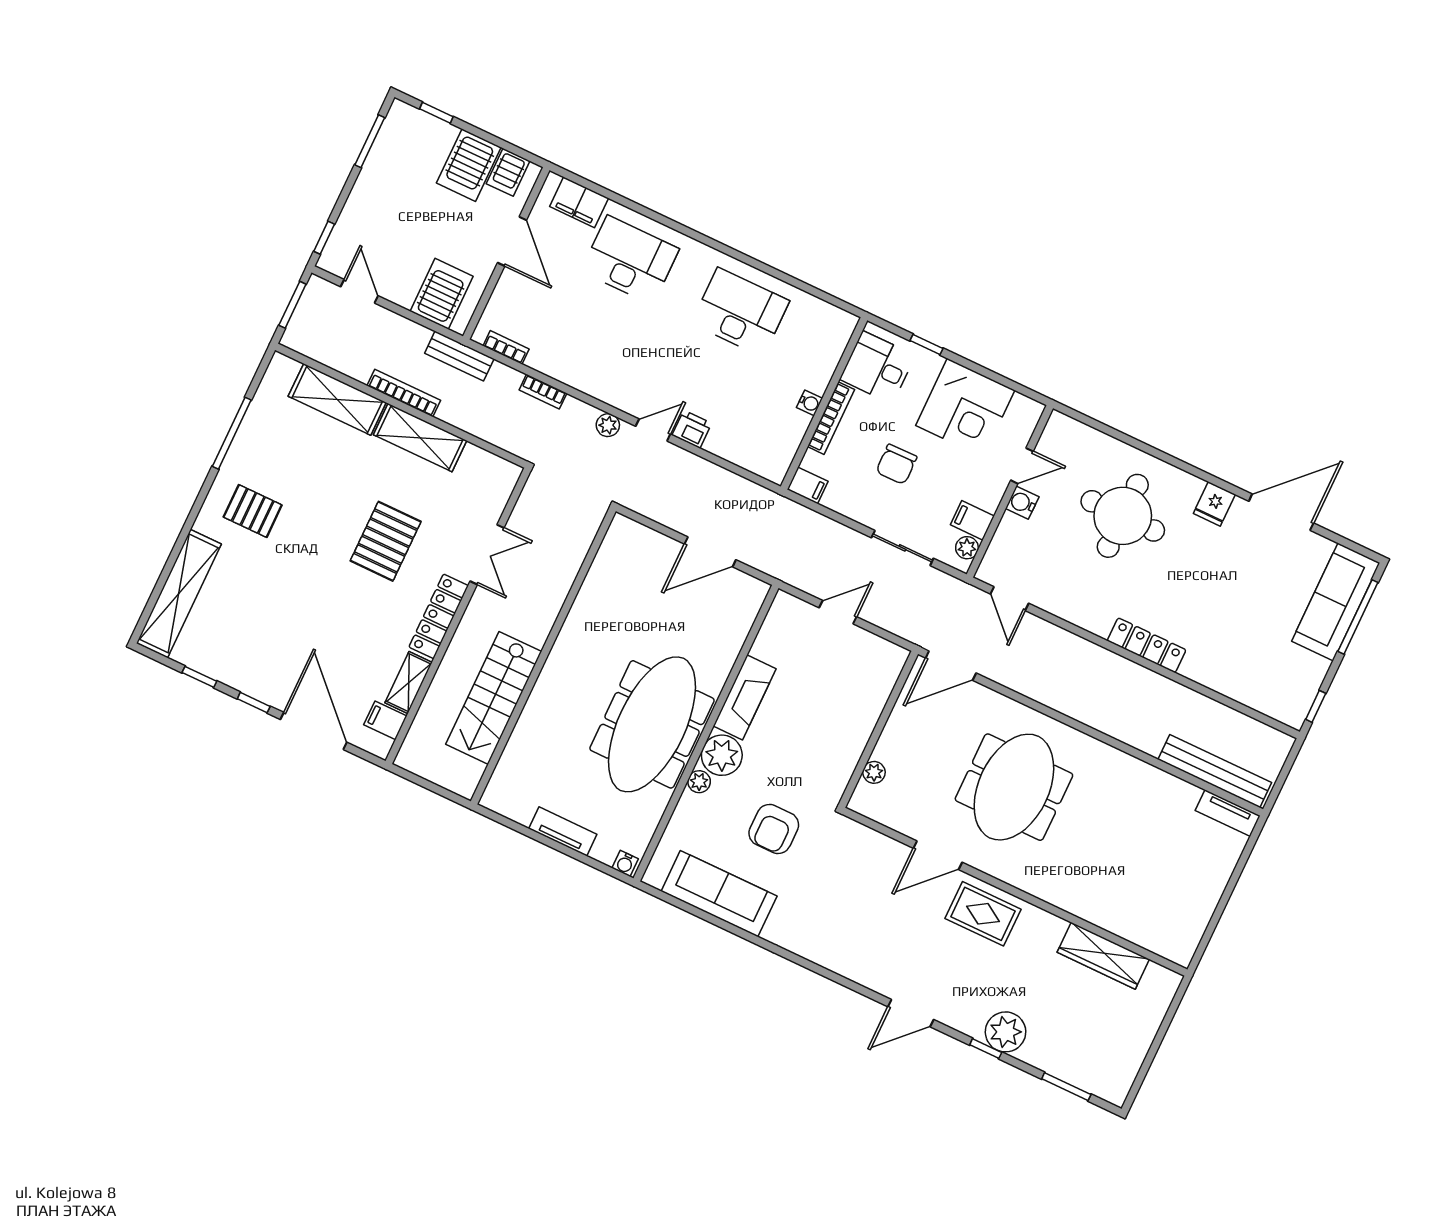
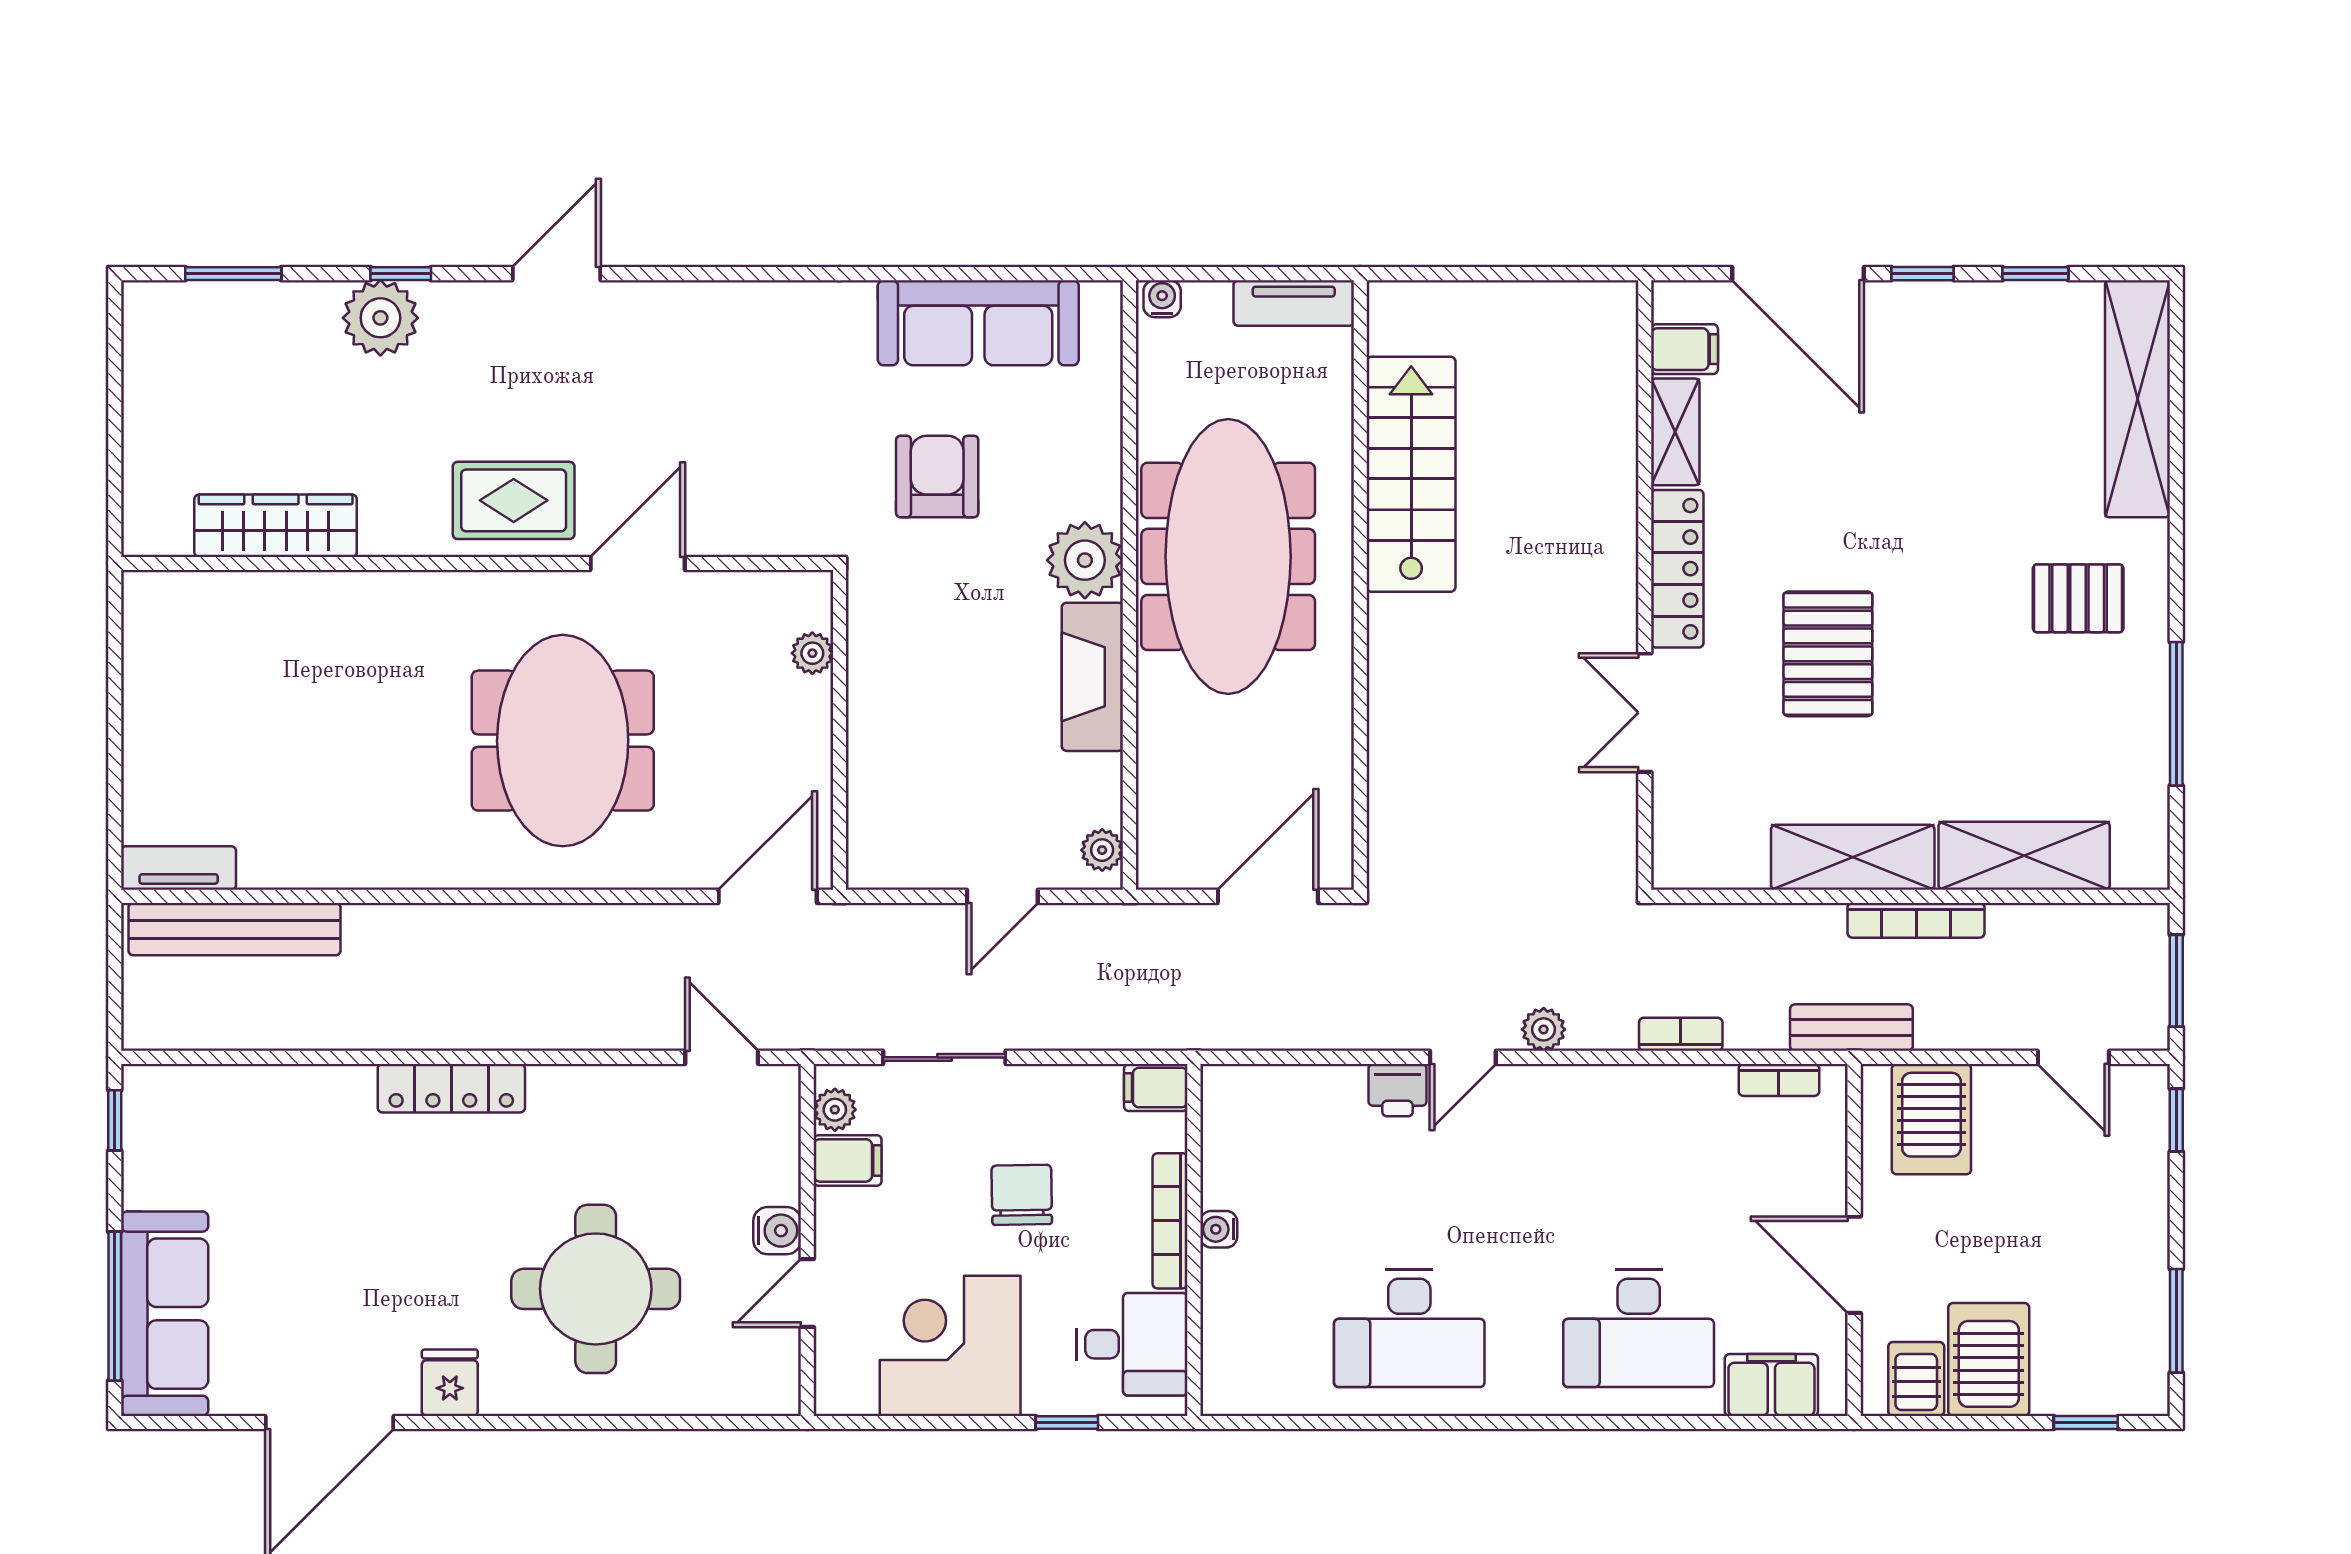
wall: (543, 656) -> (1360, 585), moved
stairs: (494, 698) -> (1411, 474), moved
plant: (699, 782) -> (1102, 850), moved

